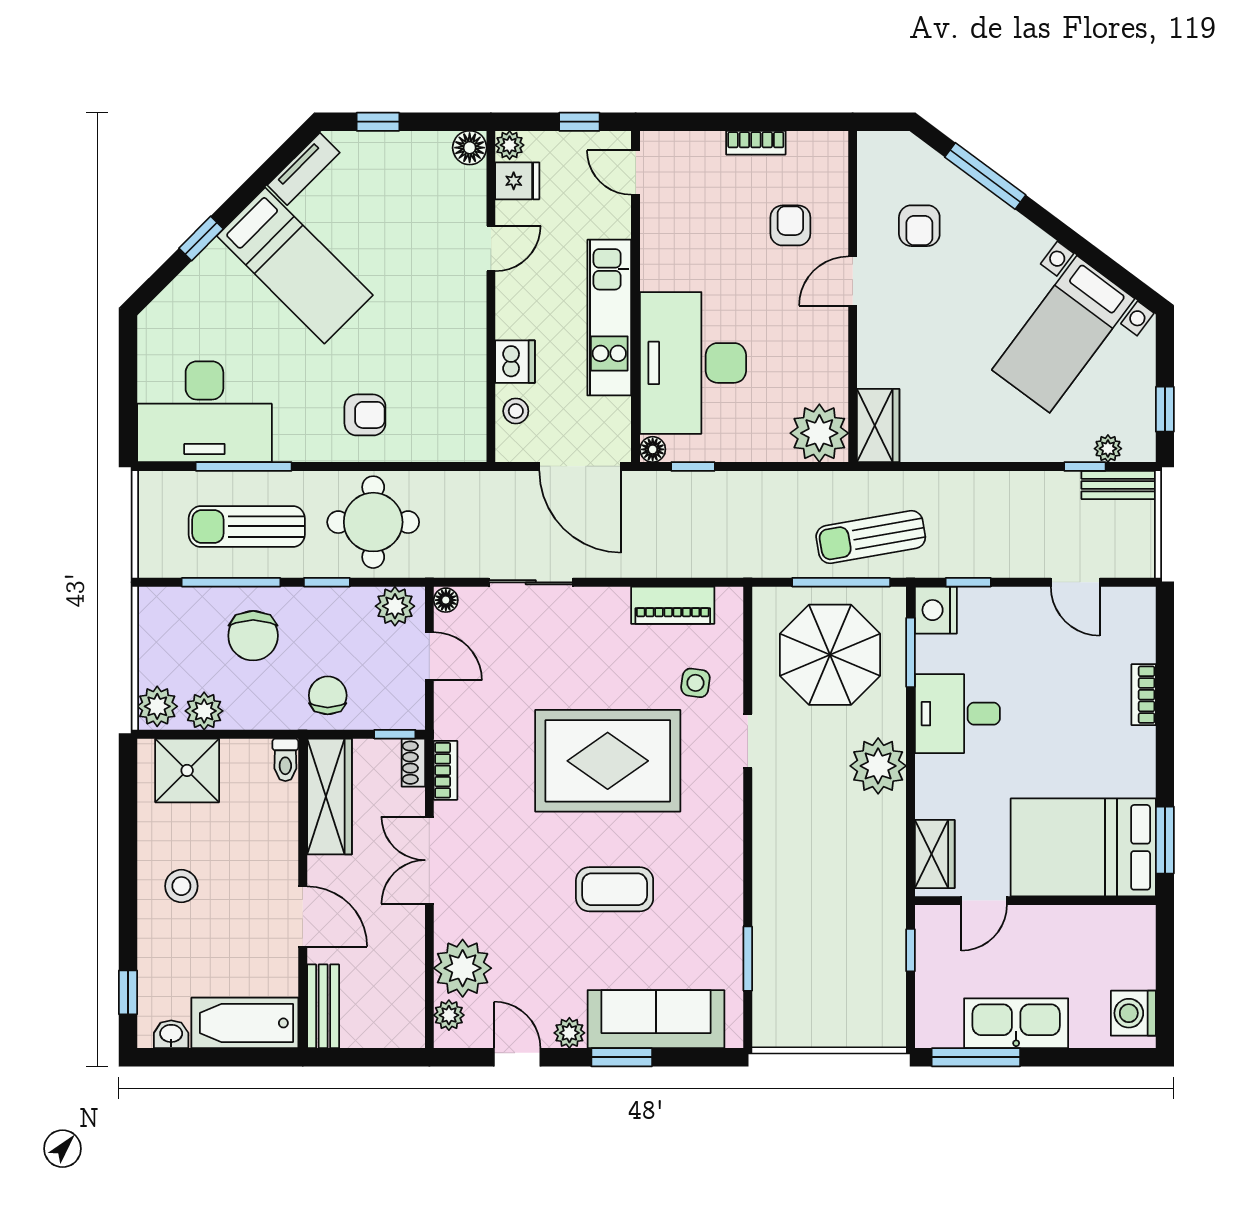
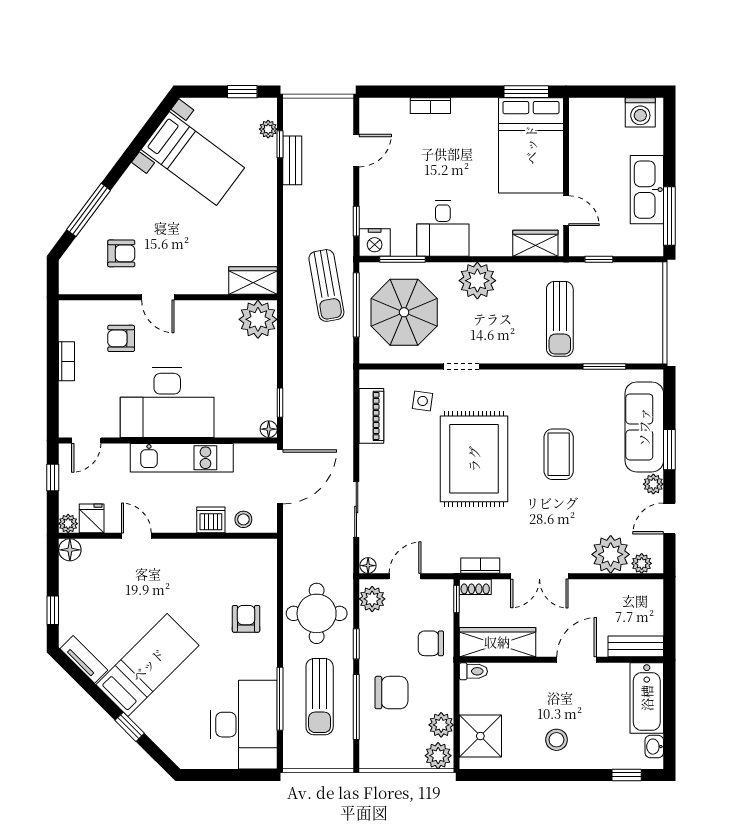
desk: (693, 363) -> (167, 403), moved
bench: (1119, 485) -> (292, 160), moved
sun lounger: (820, 891) -> (560, 319), added

